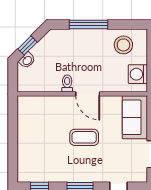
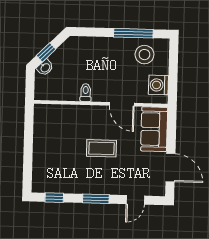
window: (89, 24) -> (133, 33), moved
door: (88, 94) -> (122, 104), moved

